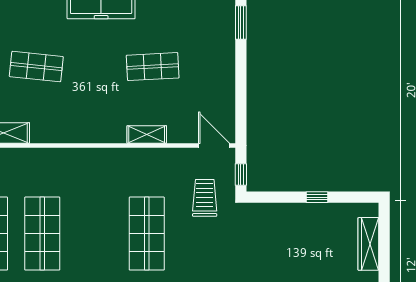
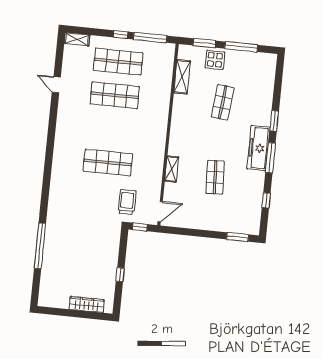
trolley: (205, 198) -> (127, 202), turned -90

